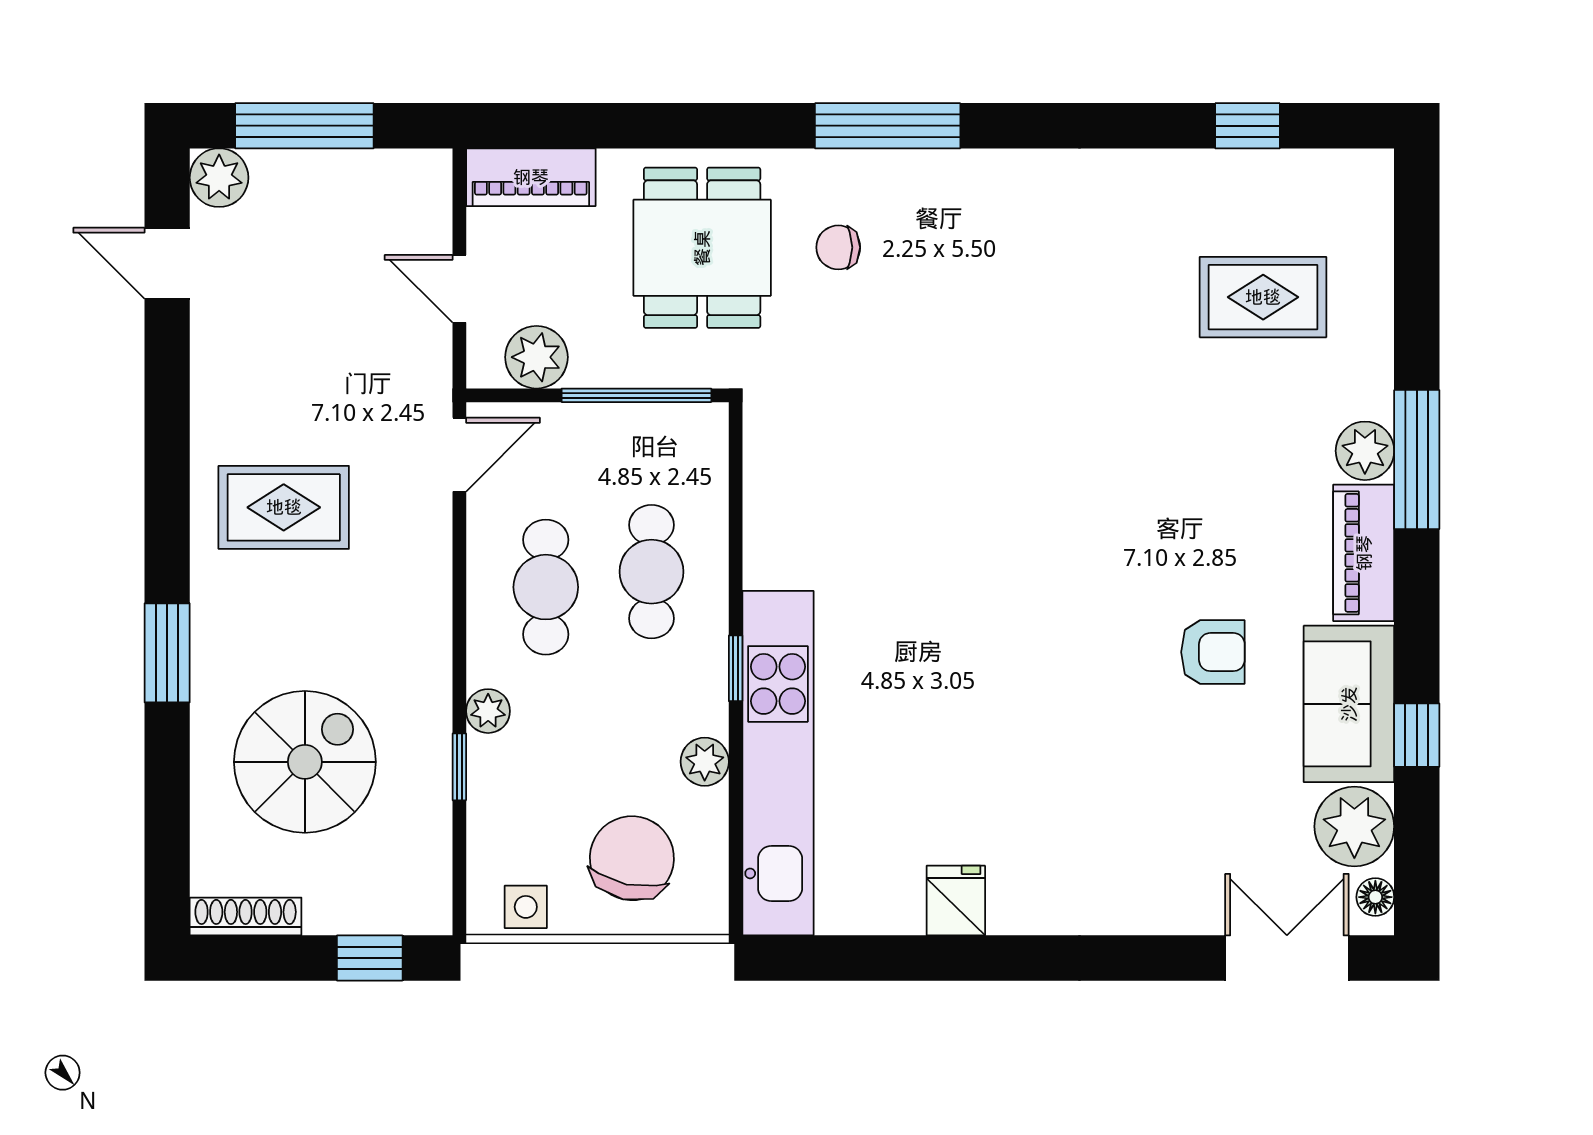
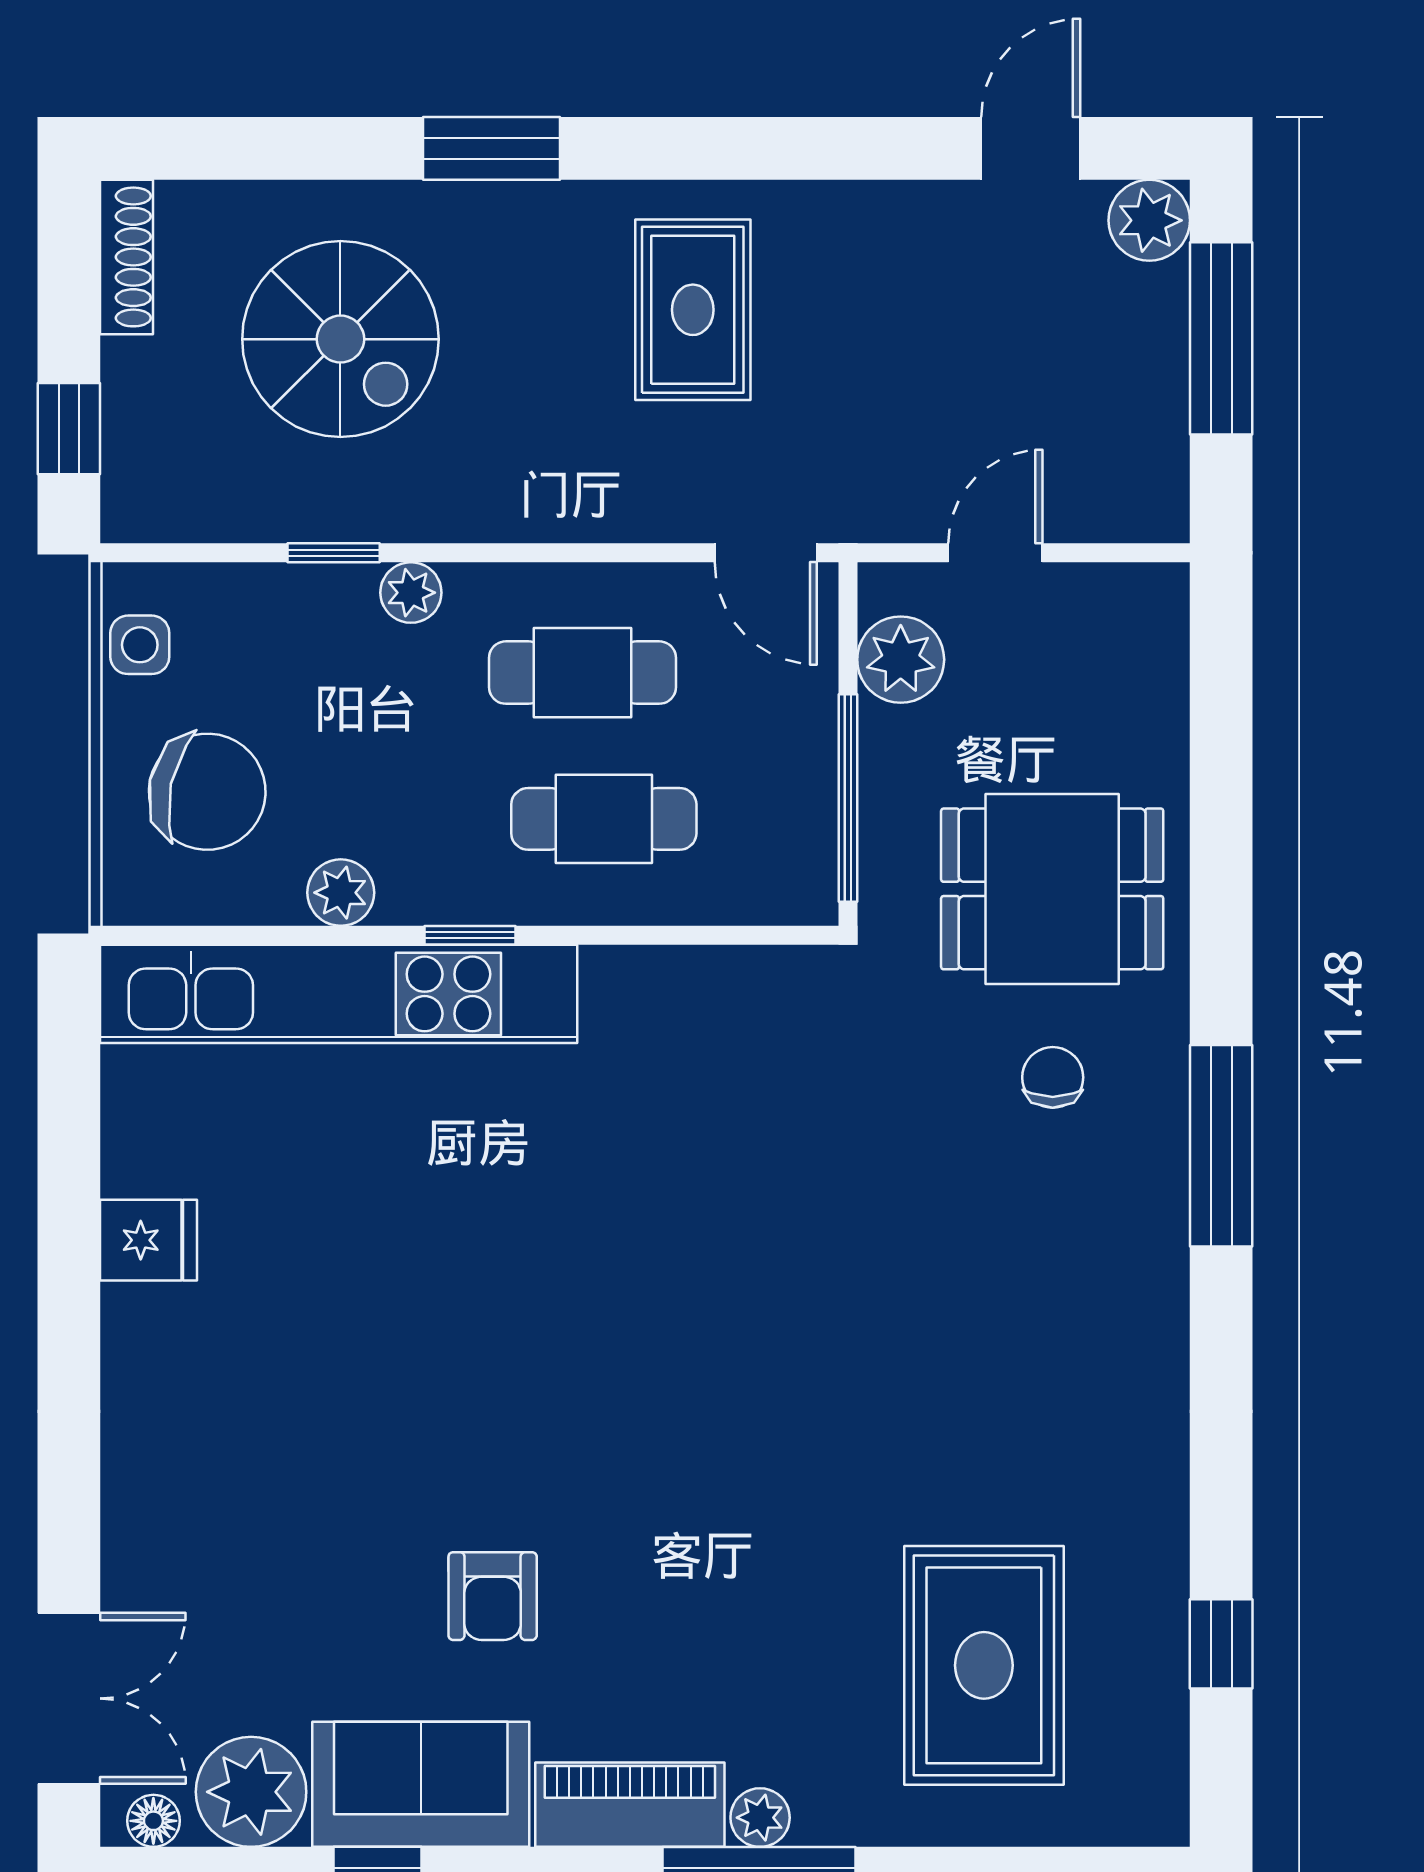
piano: (531, 177) -> (1150, 652), removed
rug: (1263, 297) -> (984, 1665), width x1.36, depth x1.43
plant: (1365, 451) -> (760, 1818), width x0.73, depth x0.73

